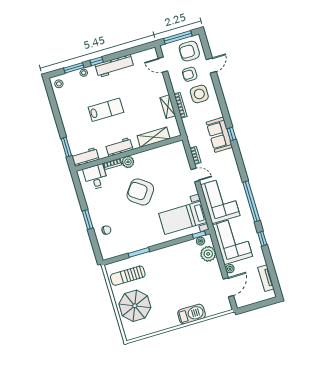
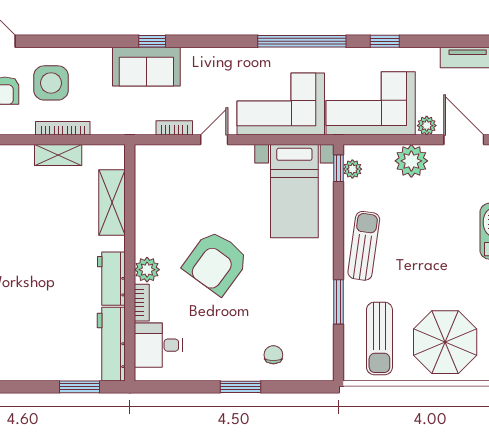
lab bench: (106, 110) -> (27, 283), removed
workbench: (85, 157) -> (111, 344), width x1.38
plant: (208, 254) -> (411, 161), moved
sun lounger: (167, 256) -> (364, 246), added

